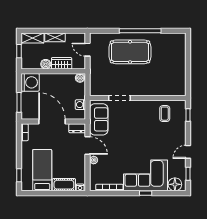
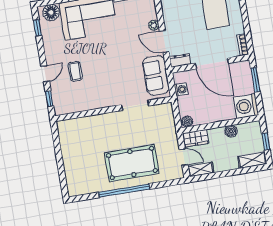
shelving: (55, 37) -> (201, 169), moved
wardrobe: (62, 63) -> (196, 138), moved
coffee table: (165, 114) -> (75, 71), moved
door: (188, 152) -> (45, 74), moved

